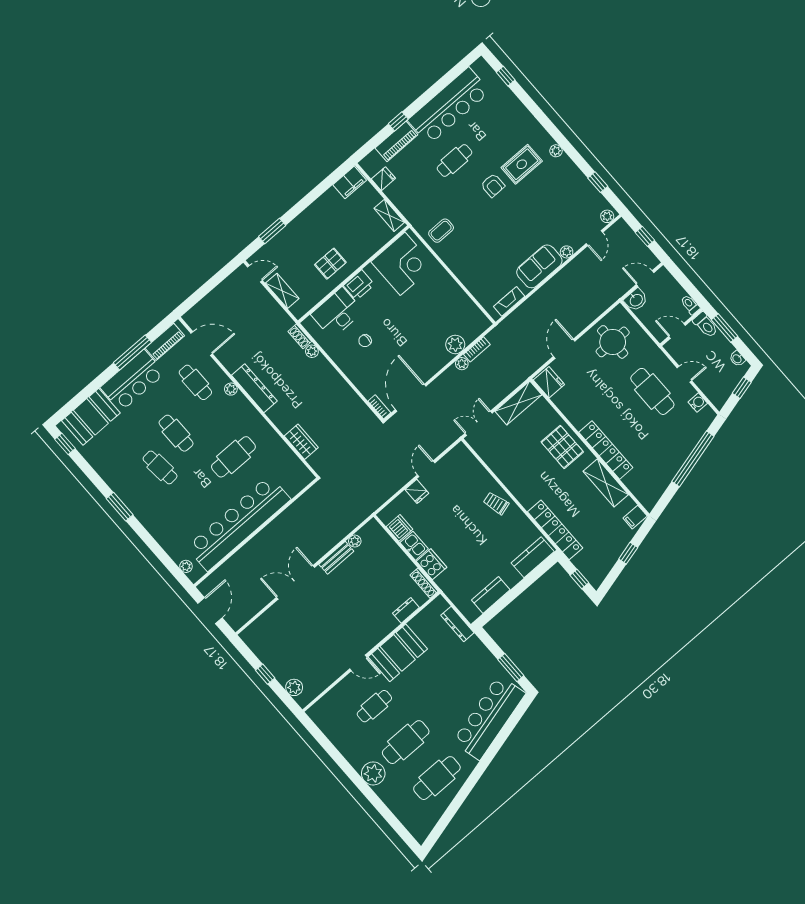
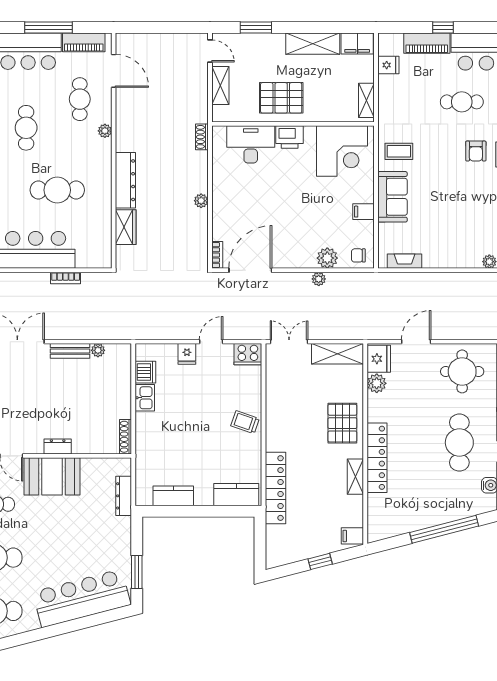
shelving: (320, 209) -> (313, 44), added
pallet: (330, 264) -> (281, 98), width x1.50, depth x1.42
sofa: (539, 266) -> (392, 197), moved, turned 90
filing cabinet: (453, 292) -> (364, 212), added
chair: (365, 341) -> (358, 255), moved
bookcase: (477, 349) -> (66, 278), moved
plant: (312, 351) -> (201, 201), moved
dresser: (254, 388) -> (125, 180), moved
plant: (562, 400) -> (377, 383), added
shelving: (606, 483) -> (355, 477), width x0.67, depth x0.75
trolley: (496, 503) -> (245, 422), turned -55
cooker: (432, 564) -> (248, 354), moved, turned 90
window: (579, 579) -> (260, 547), removed
dresser: (406, 610) -> (58, 447), moved

